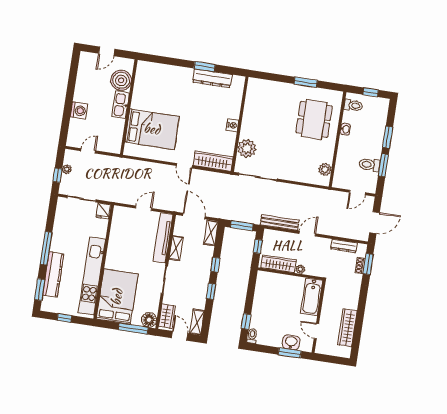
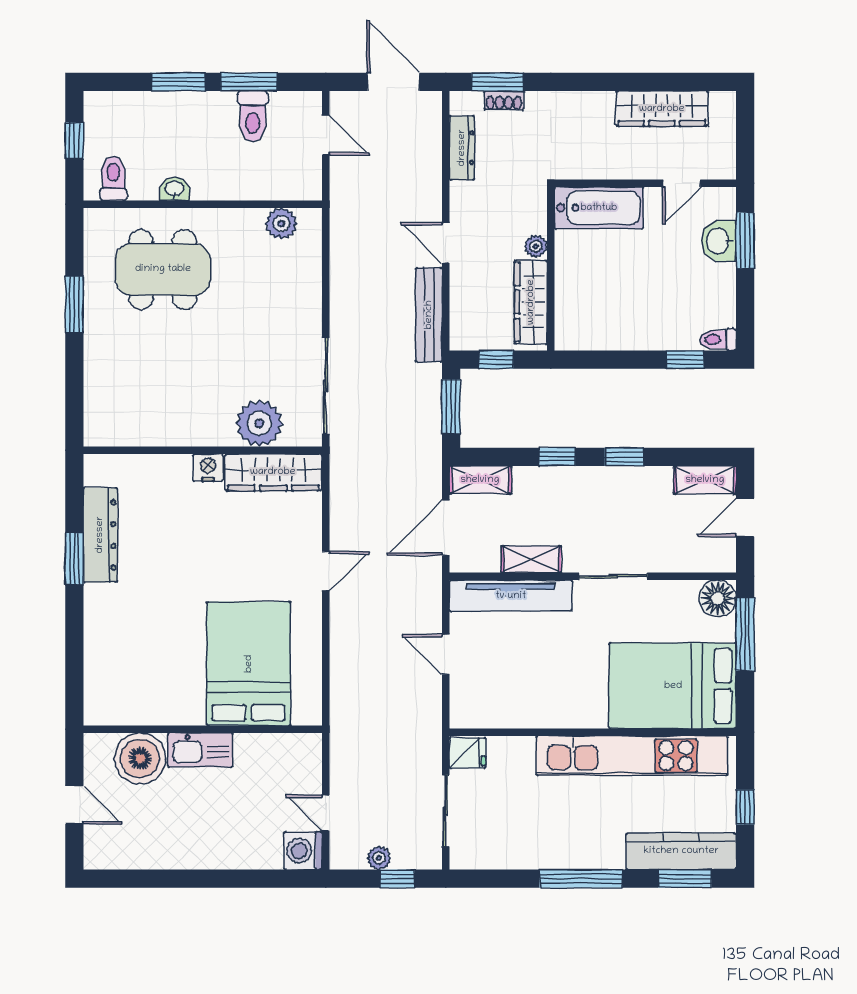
washing machine: (79, 110) -> (303, 851), moved, turned -90
wardrobe: (213, 161) -> (273, 472), moved, turned -90
kitchen counter: (53, 274) -> (681, 851), moved
wardrobe: (167, 316) -> (702, 556), removed

